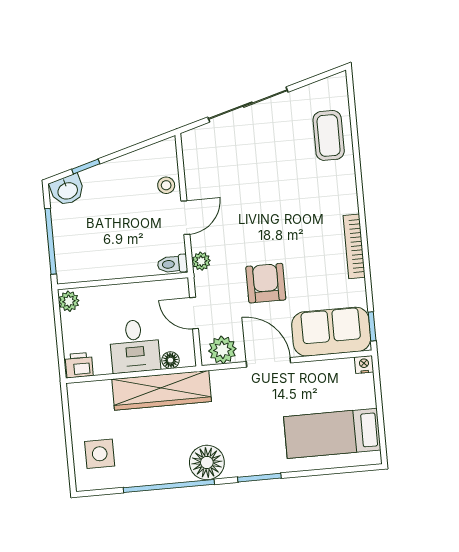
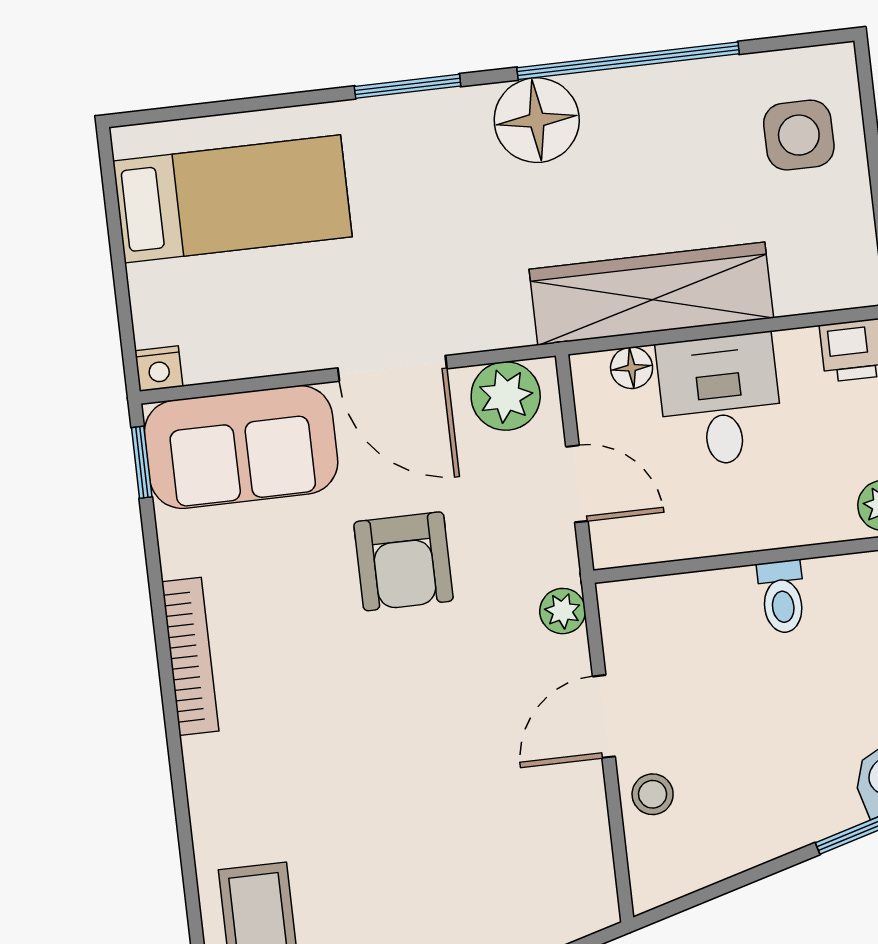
toilet: (172, 264) -> (782, 597), moved, turned 90

